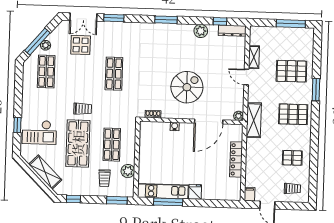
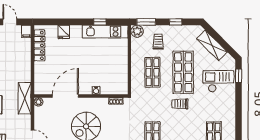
window: (17, 125) -> (239, 76), moved
locker: (236, 159) -> (39, 45), moved
plant: (128, 171) -> (137, 31), moved
fridge: (195, 192) -> (64, 32), moved
window: (73, 199) -> (176, 22), moved
window: (168, 202) -> (100, 22), width x0.46

